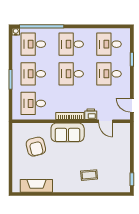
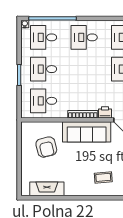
desk: (71, 74) -> (84, 69), removed
sofa: (68, 132) -> (87, 132), width x1.36

